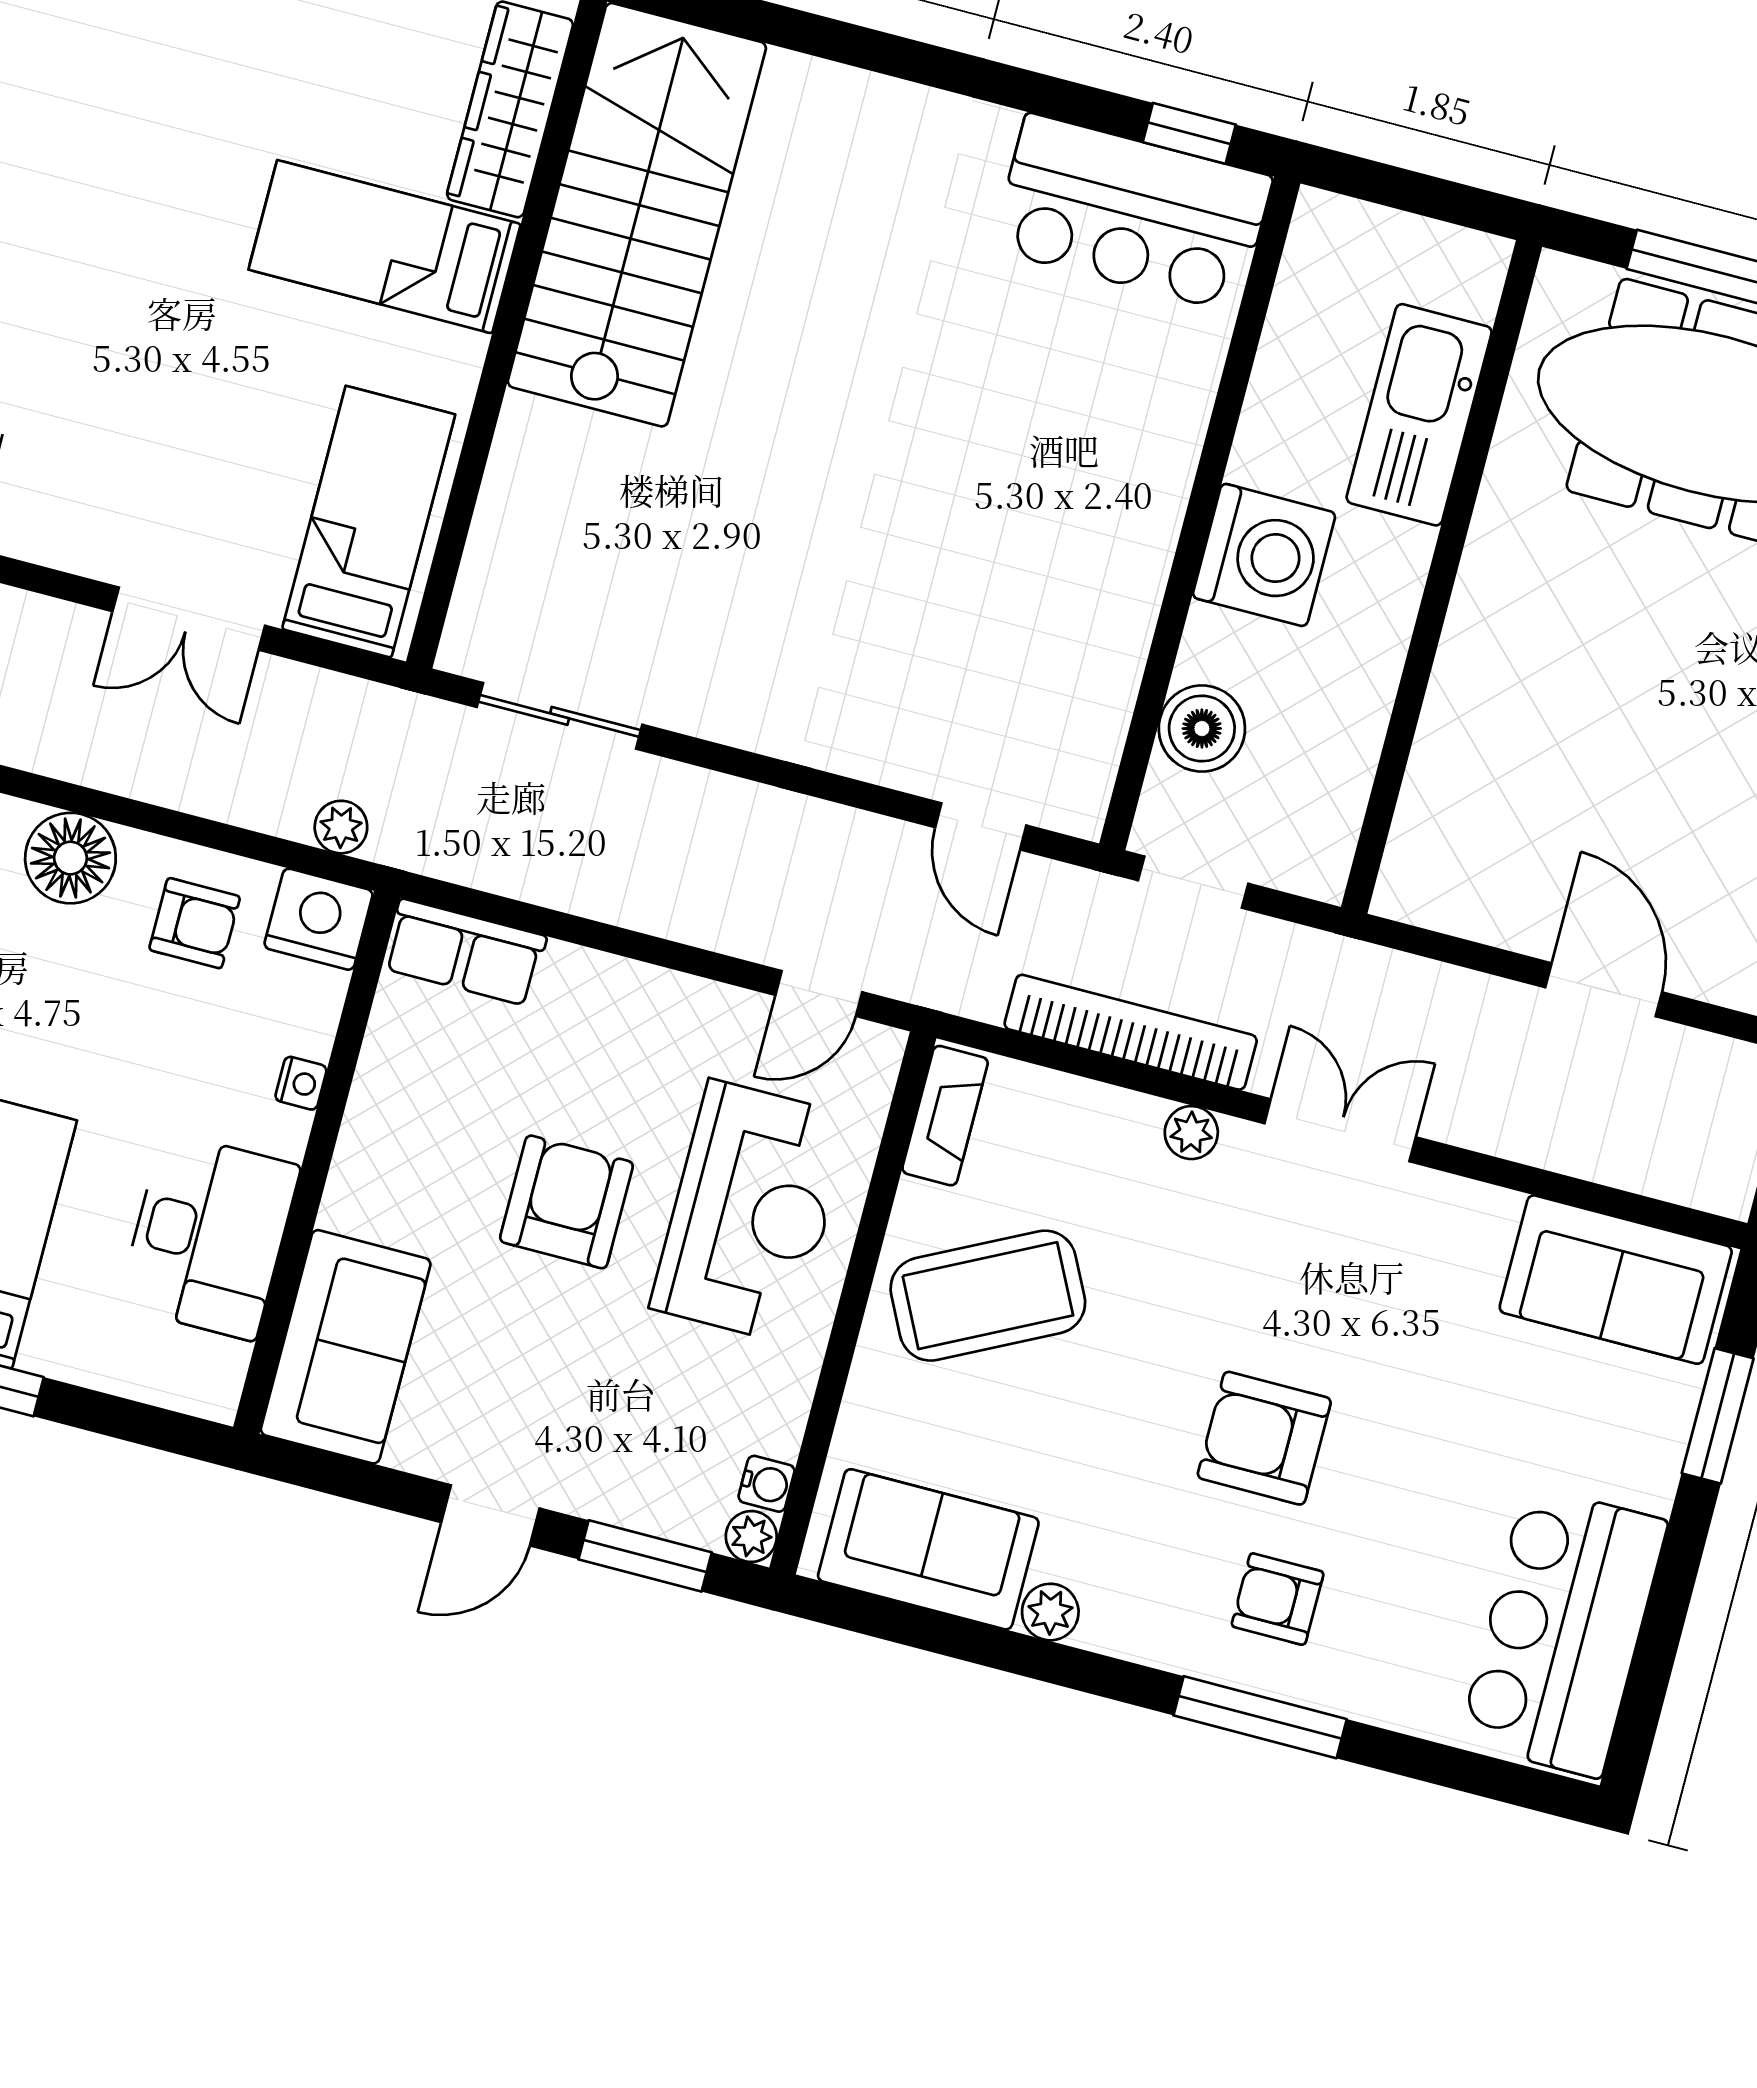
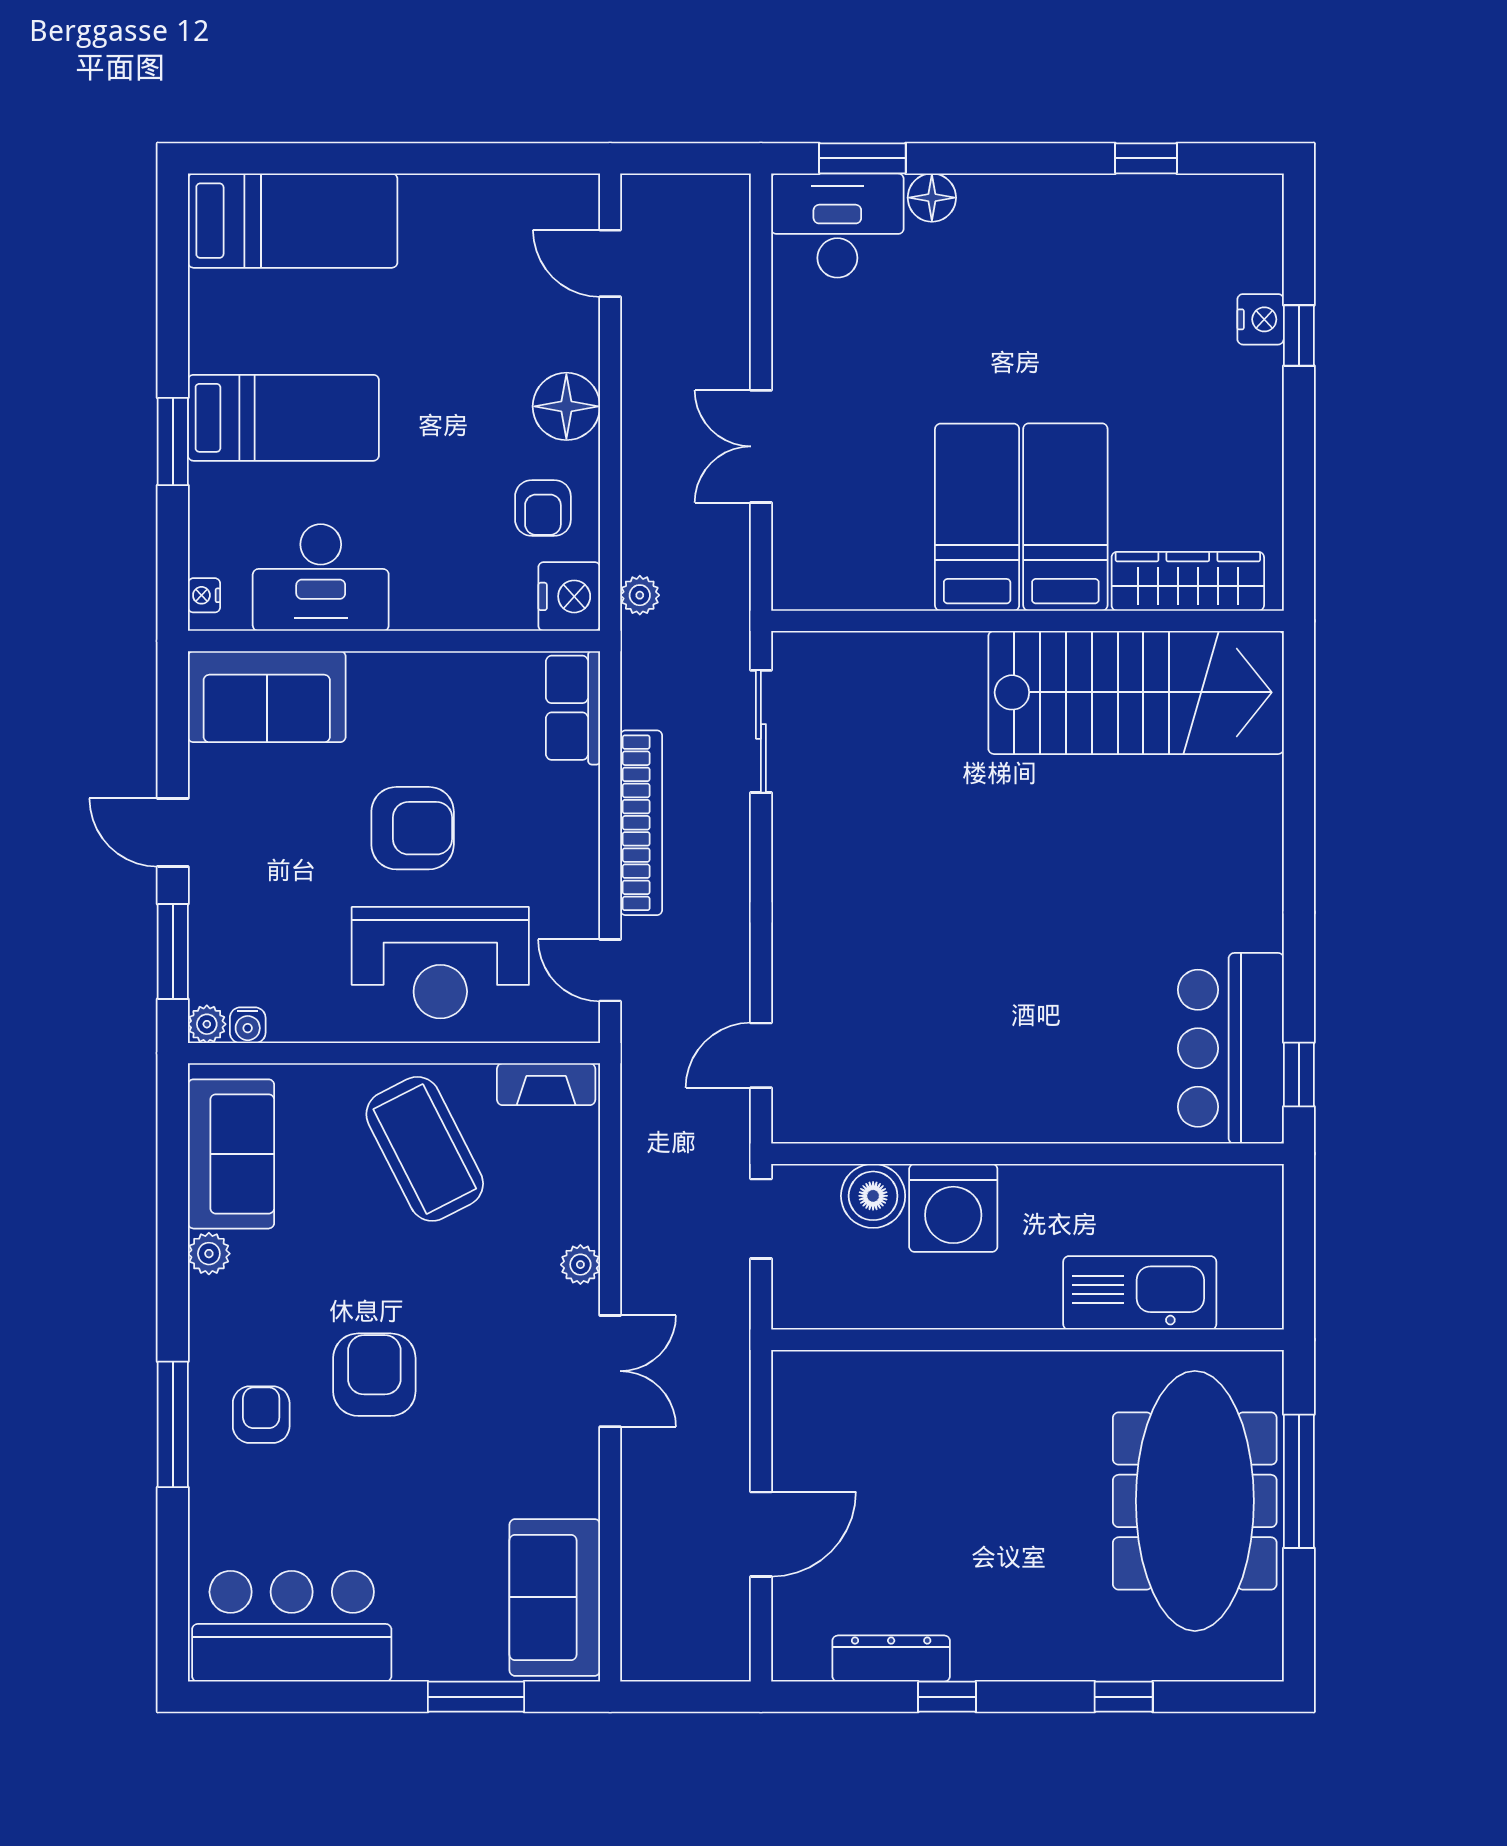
bed: (369, 522) -> (977, 517), moved, turned -90
washing machine: (1264, 555) -> (953, 1208), moved
bookcase: (1131, 1032) -> (641, 823), moved
nightstand: (301, 1083) -> (204, 595), moved, turned 90

